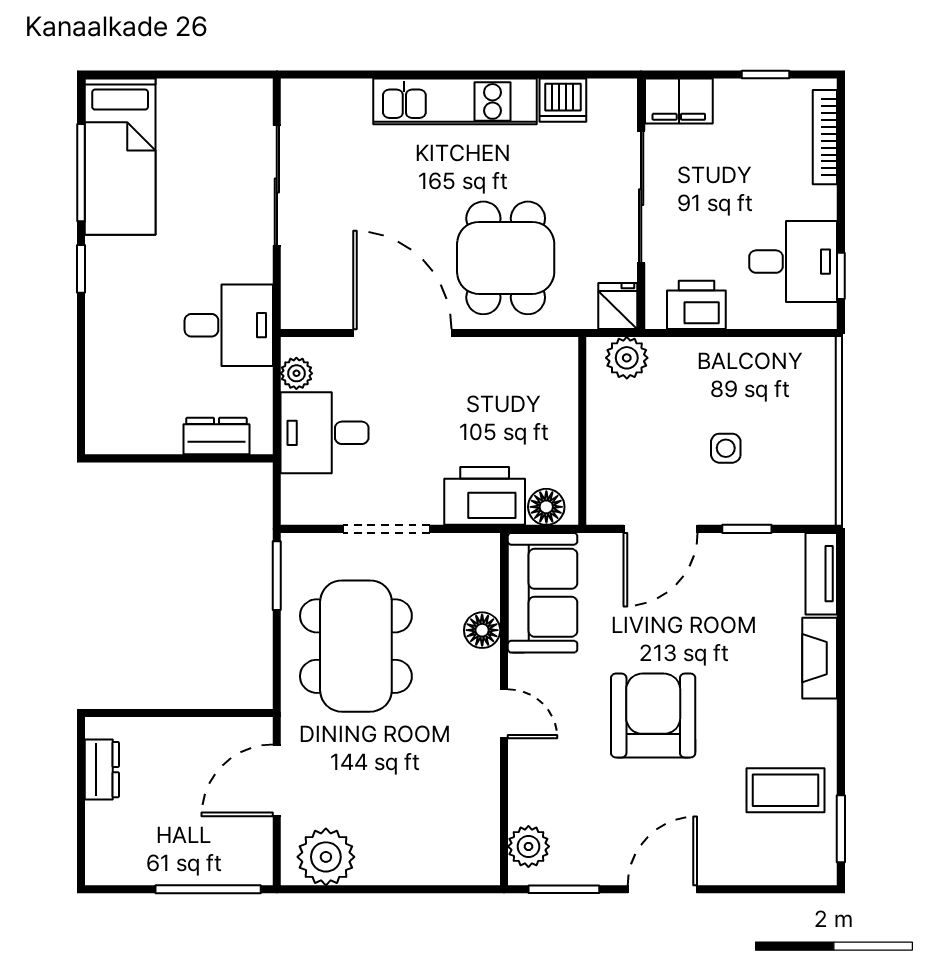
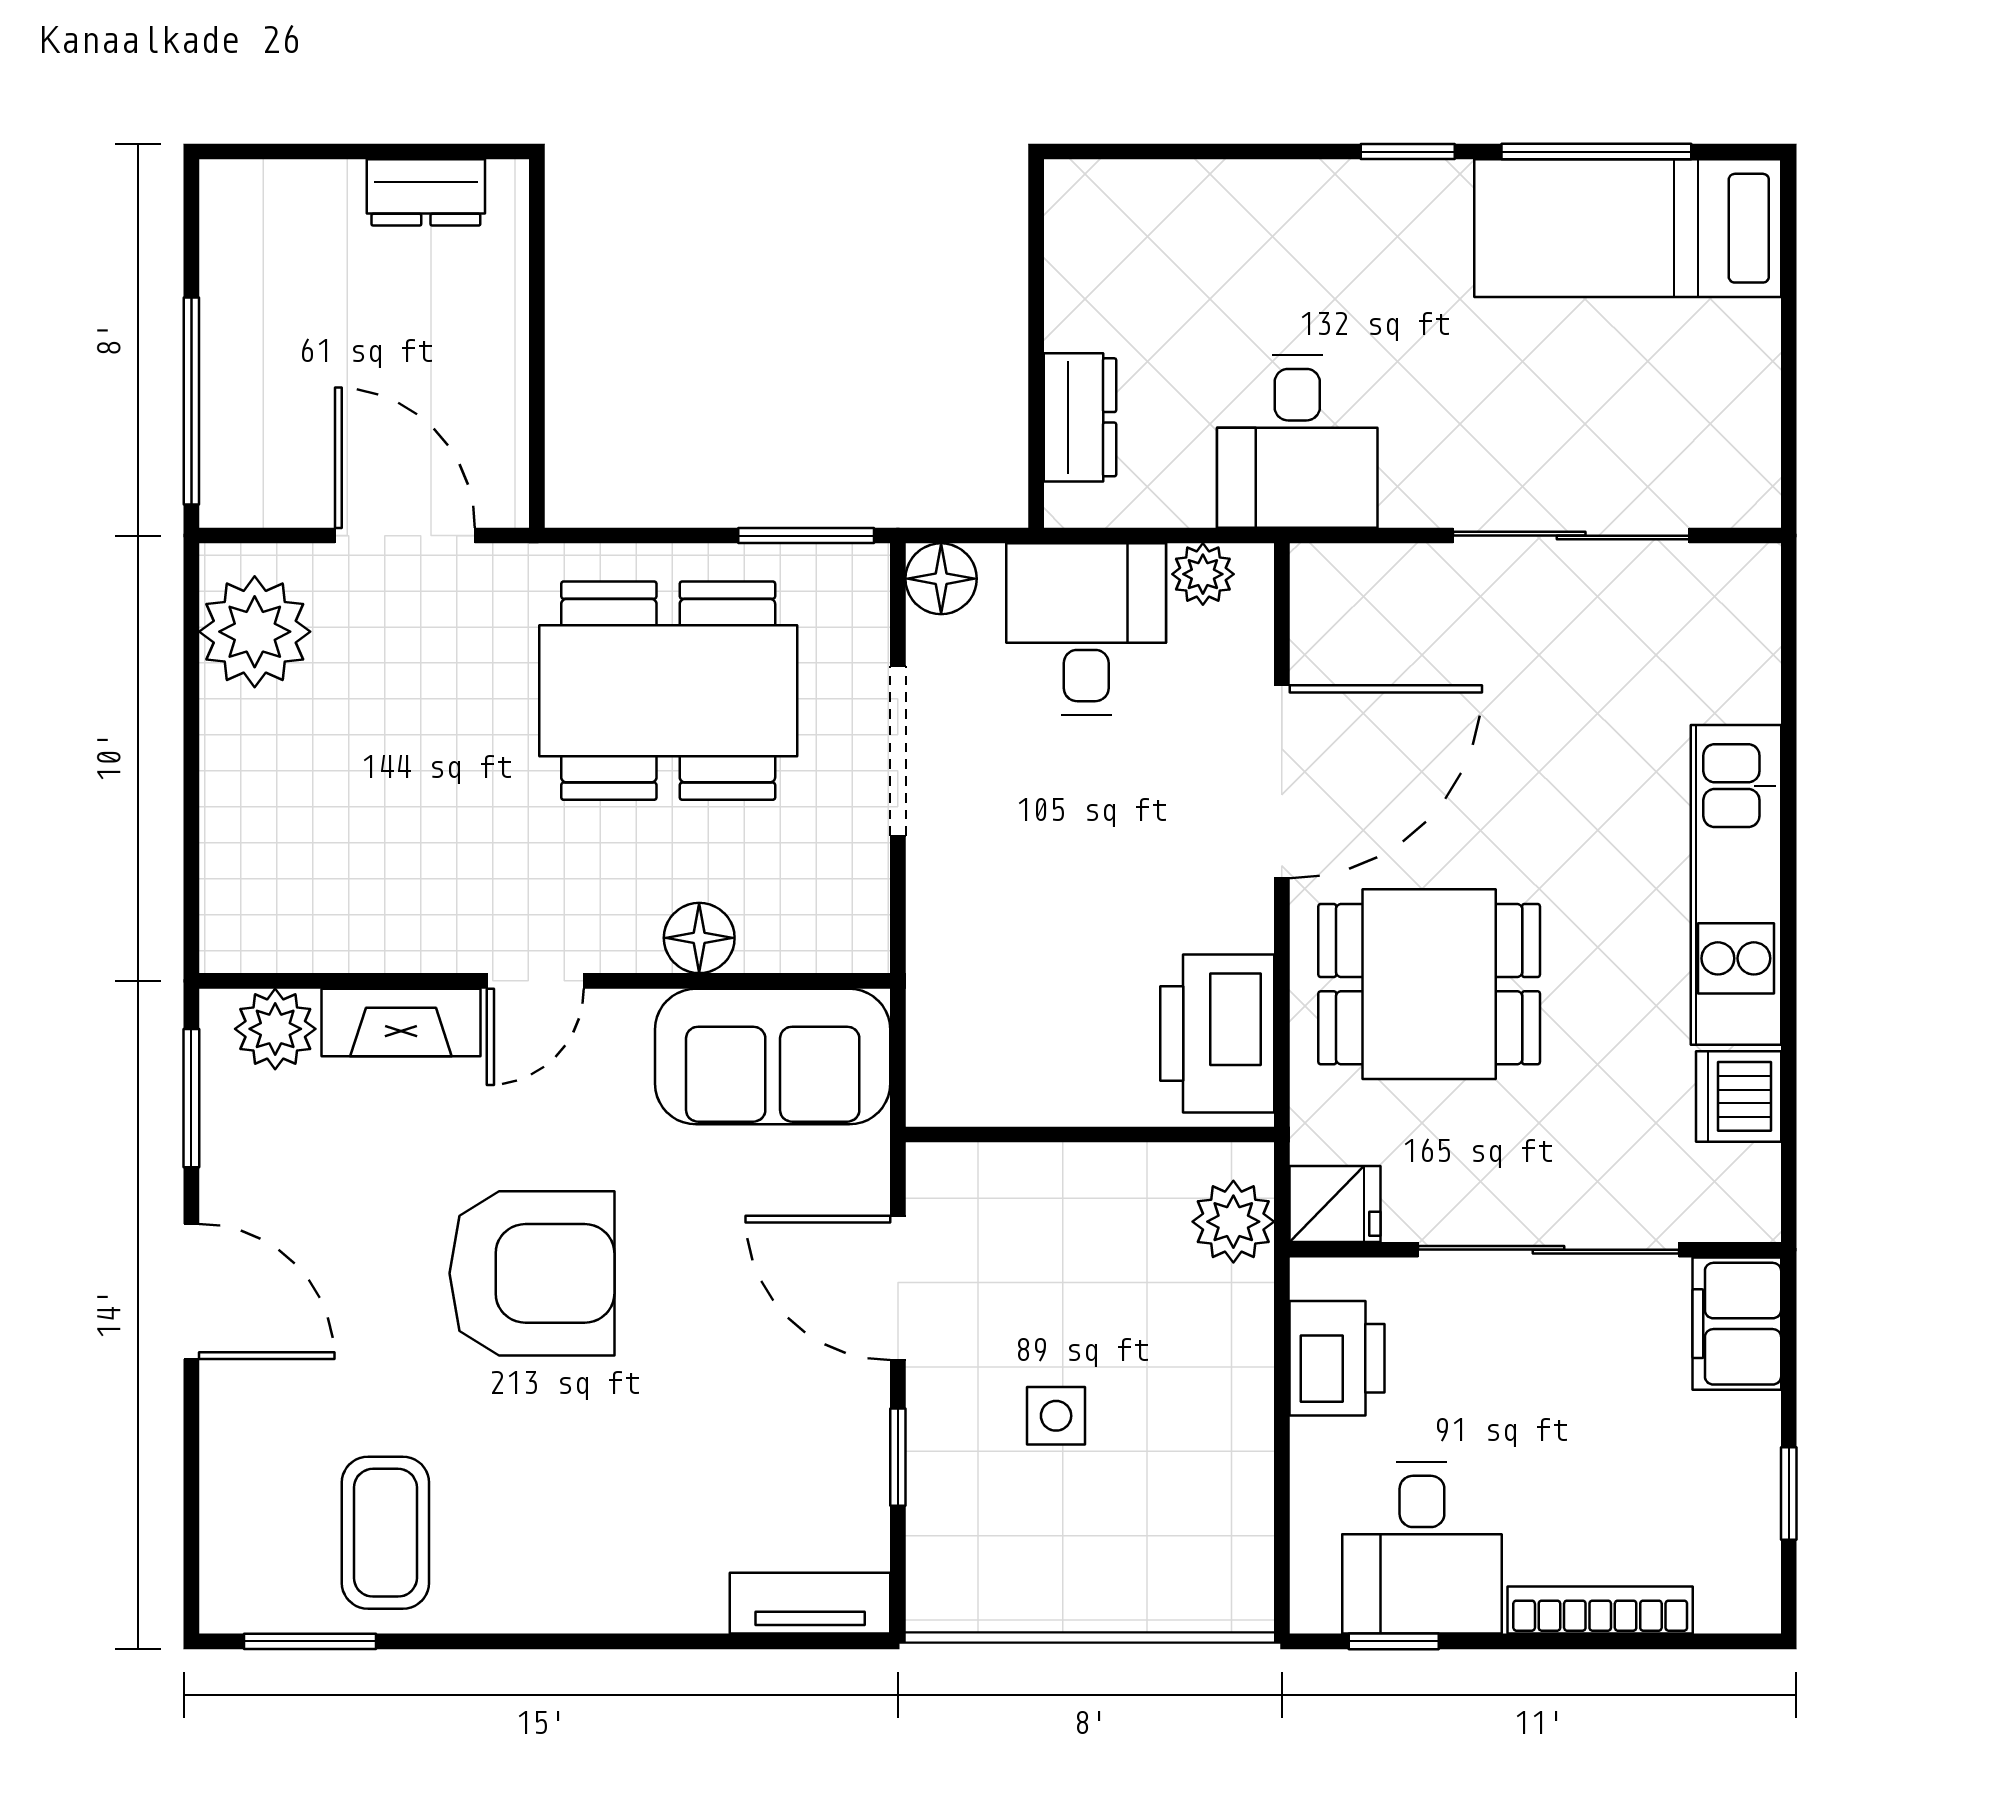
bookcase: (825, 137) -> (1600, 1610), moved
printer: (485, 496) -> (1217, 1034), moved, turned 180
floor lamp: (546, 507) -> (941, 579), moved
fireplace: (820, 658) -> (401, 1022), moved, turned 180

